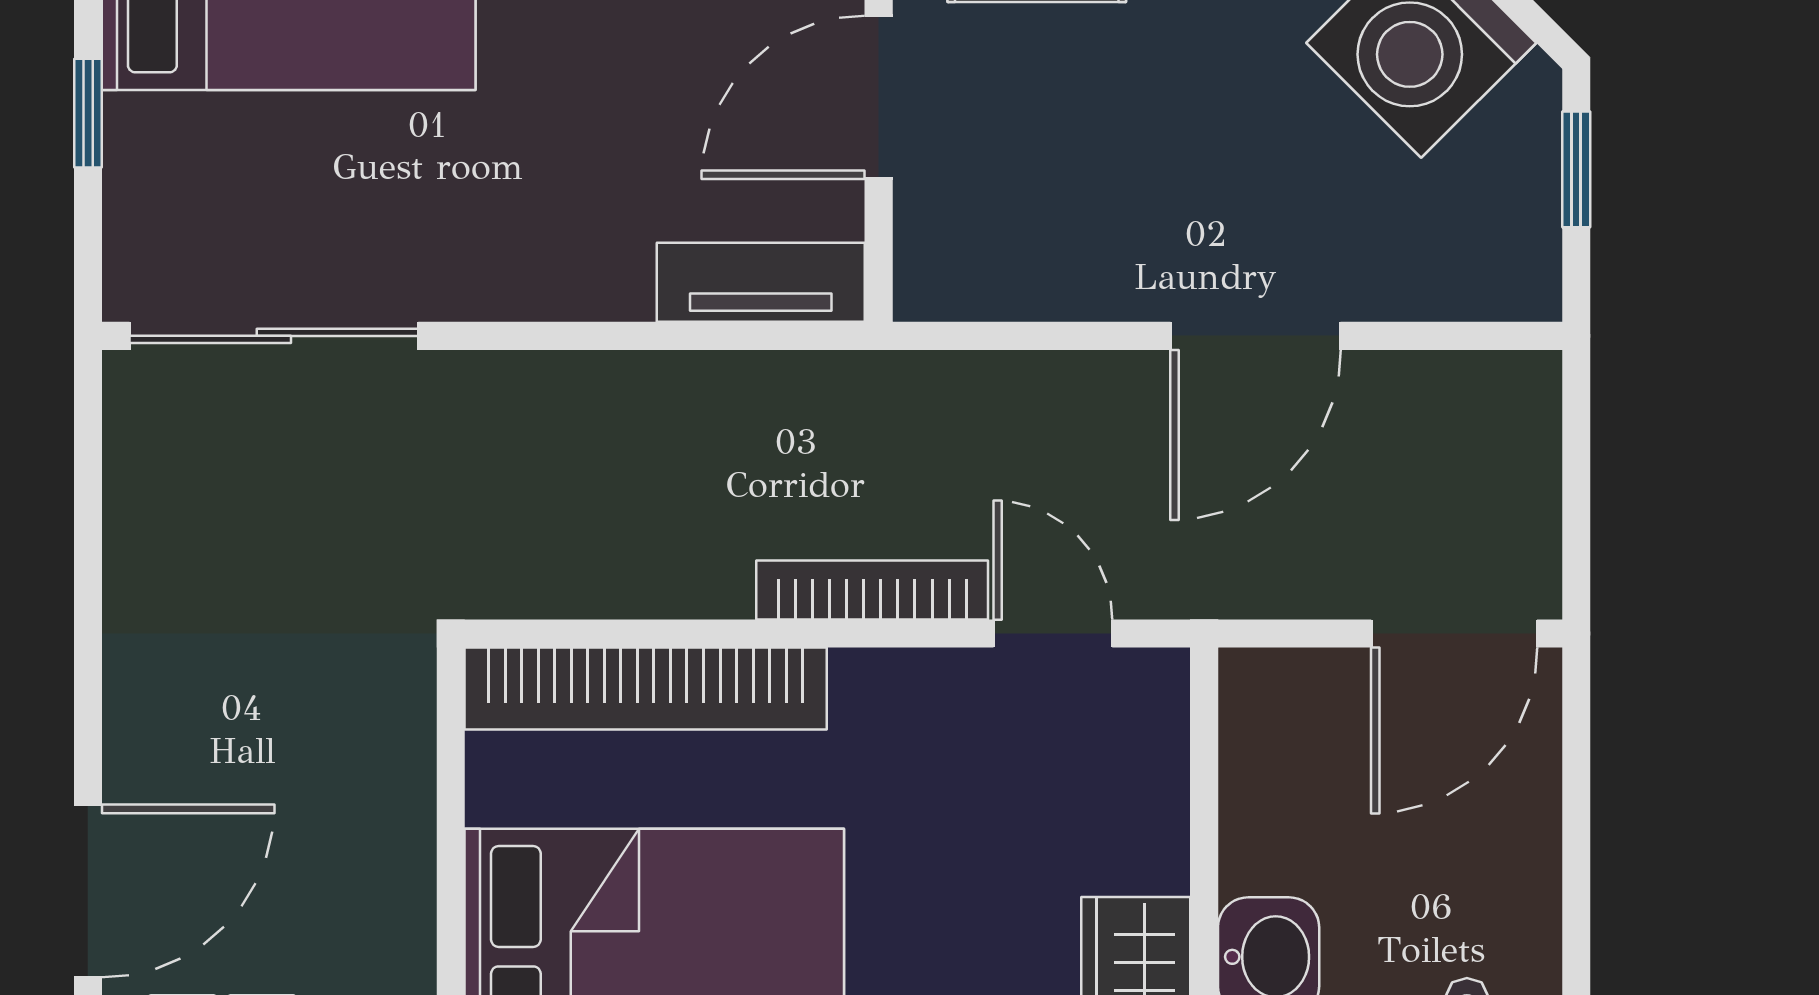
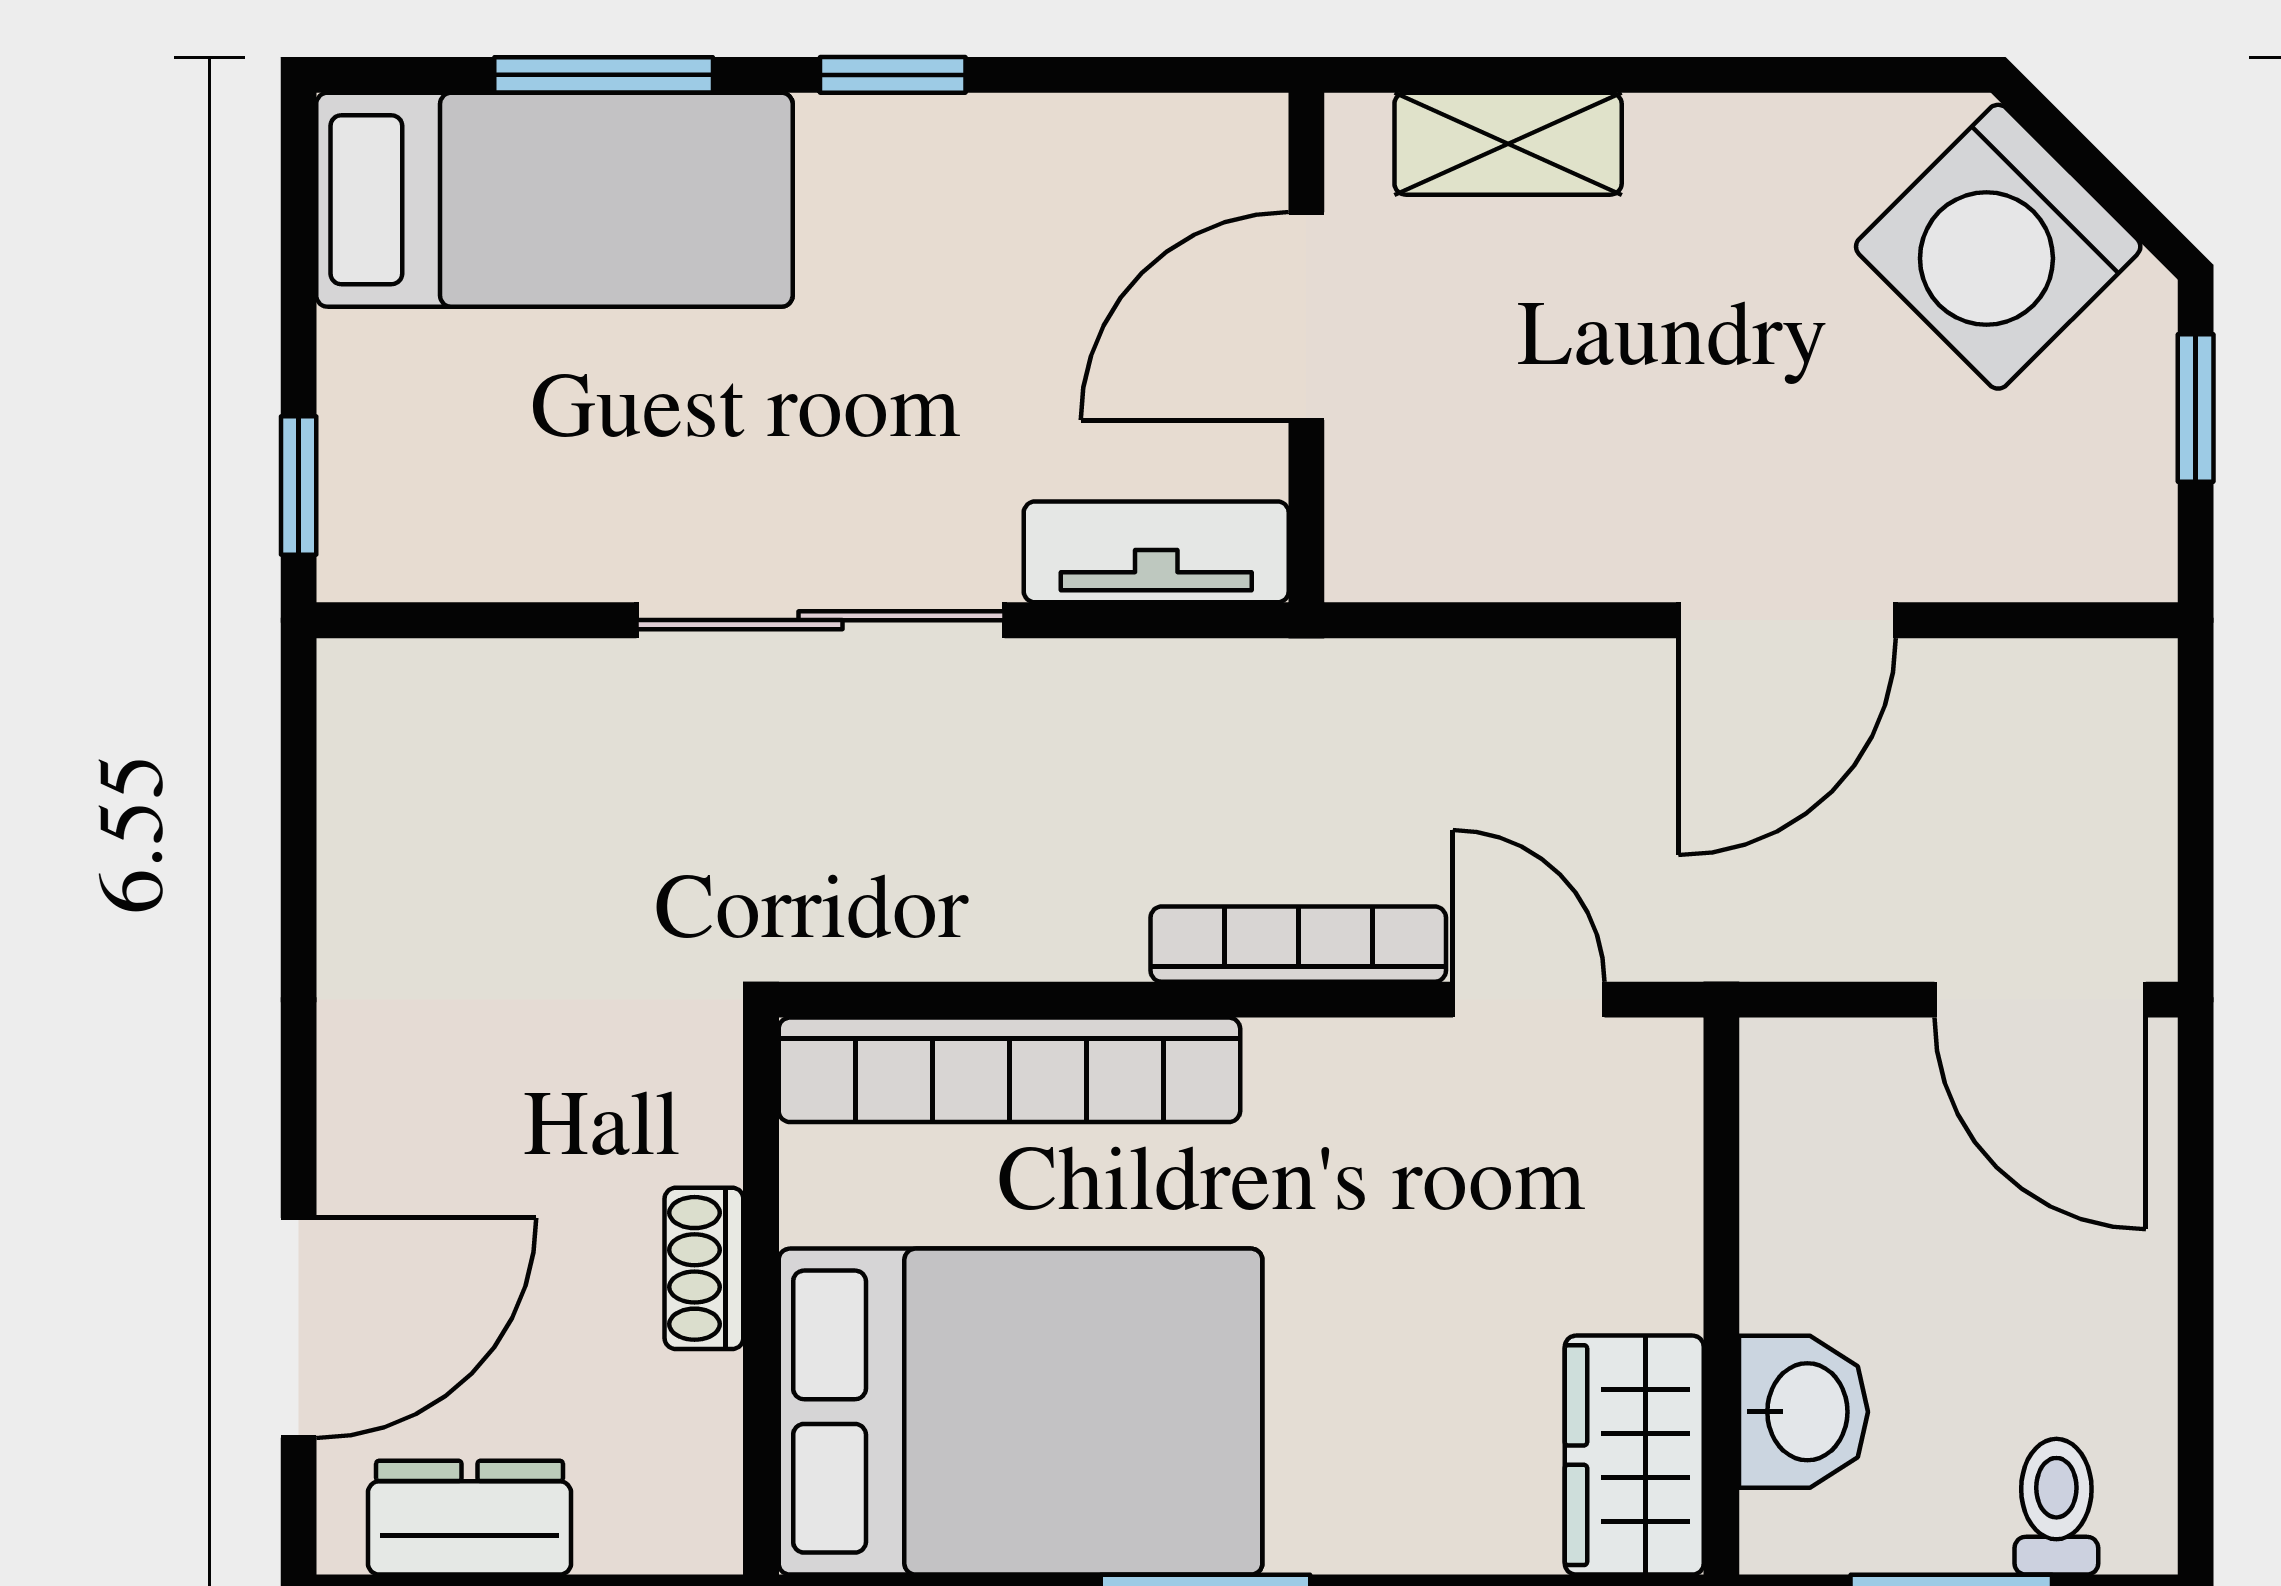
window: (88, 113) -> (299, 485), moved
sliding door: (274, 336) -> (821, 620), moved
door: (1454, 634) -> (2040, 1000), hinge flipped
shoe rack: (406, 844) -> (704, 1268), added

